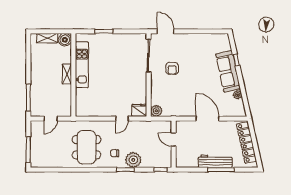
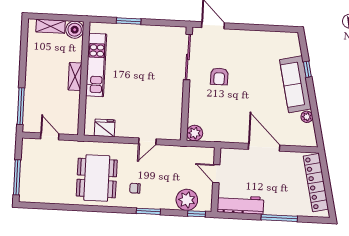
fridge: (139, 110) -> (105, 128), moved
door: (51, 119) -> (50, 136), swing flipped
plant: (133, 160) -> (187, 200), moved
workbench: (215, 161) -> (240, 205), moved

